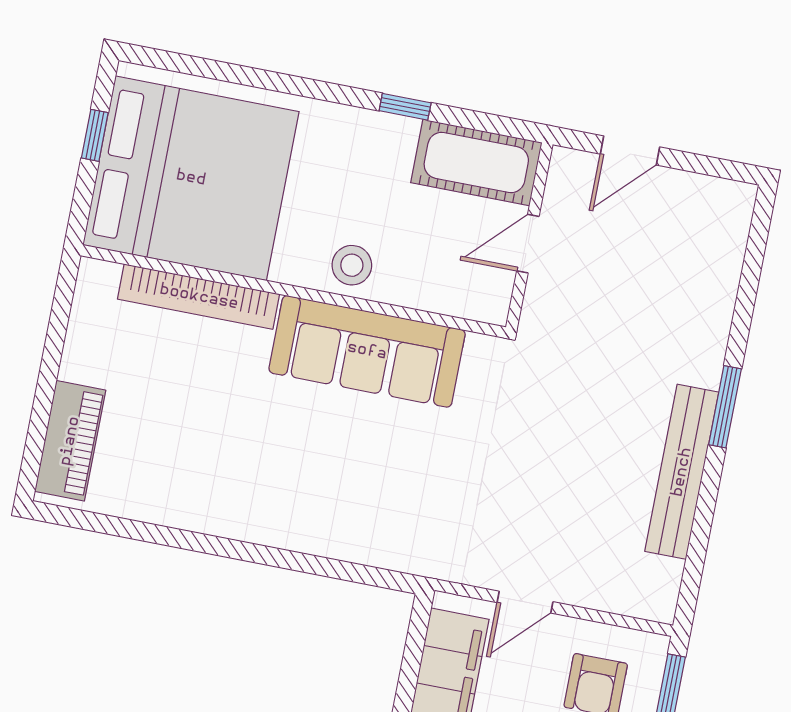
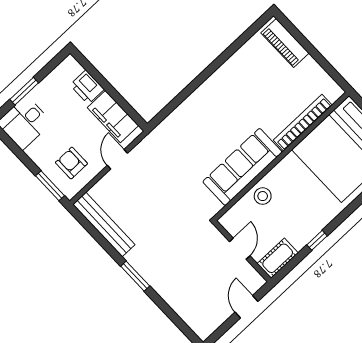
cot: (476, 163) -> (278, 258), width x0.73, depth x0.75
stool: (352, 265) -> (263, 196), moved
bench: (682, 472) -> (104, 225), moved

